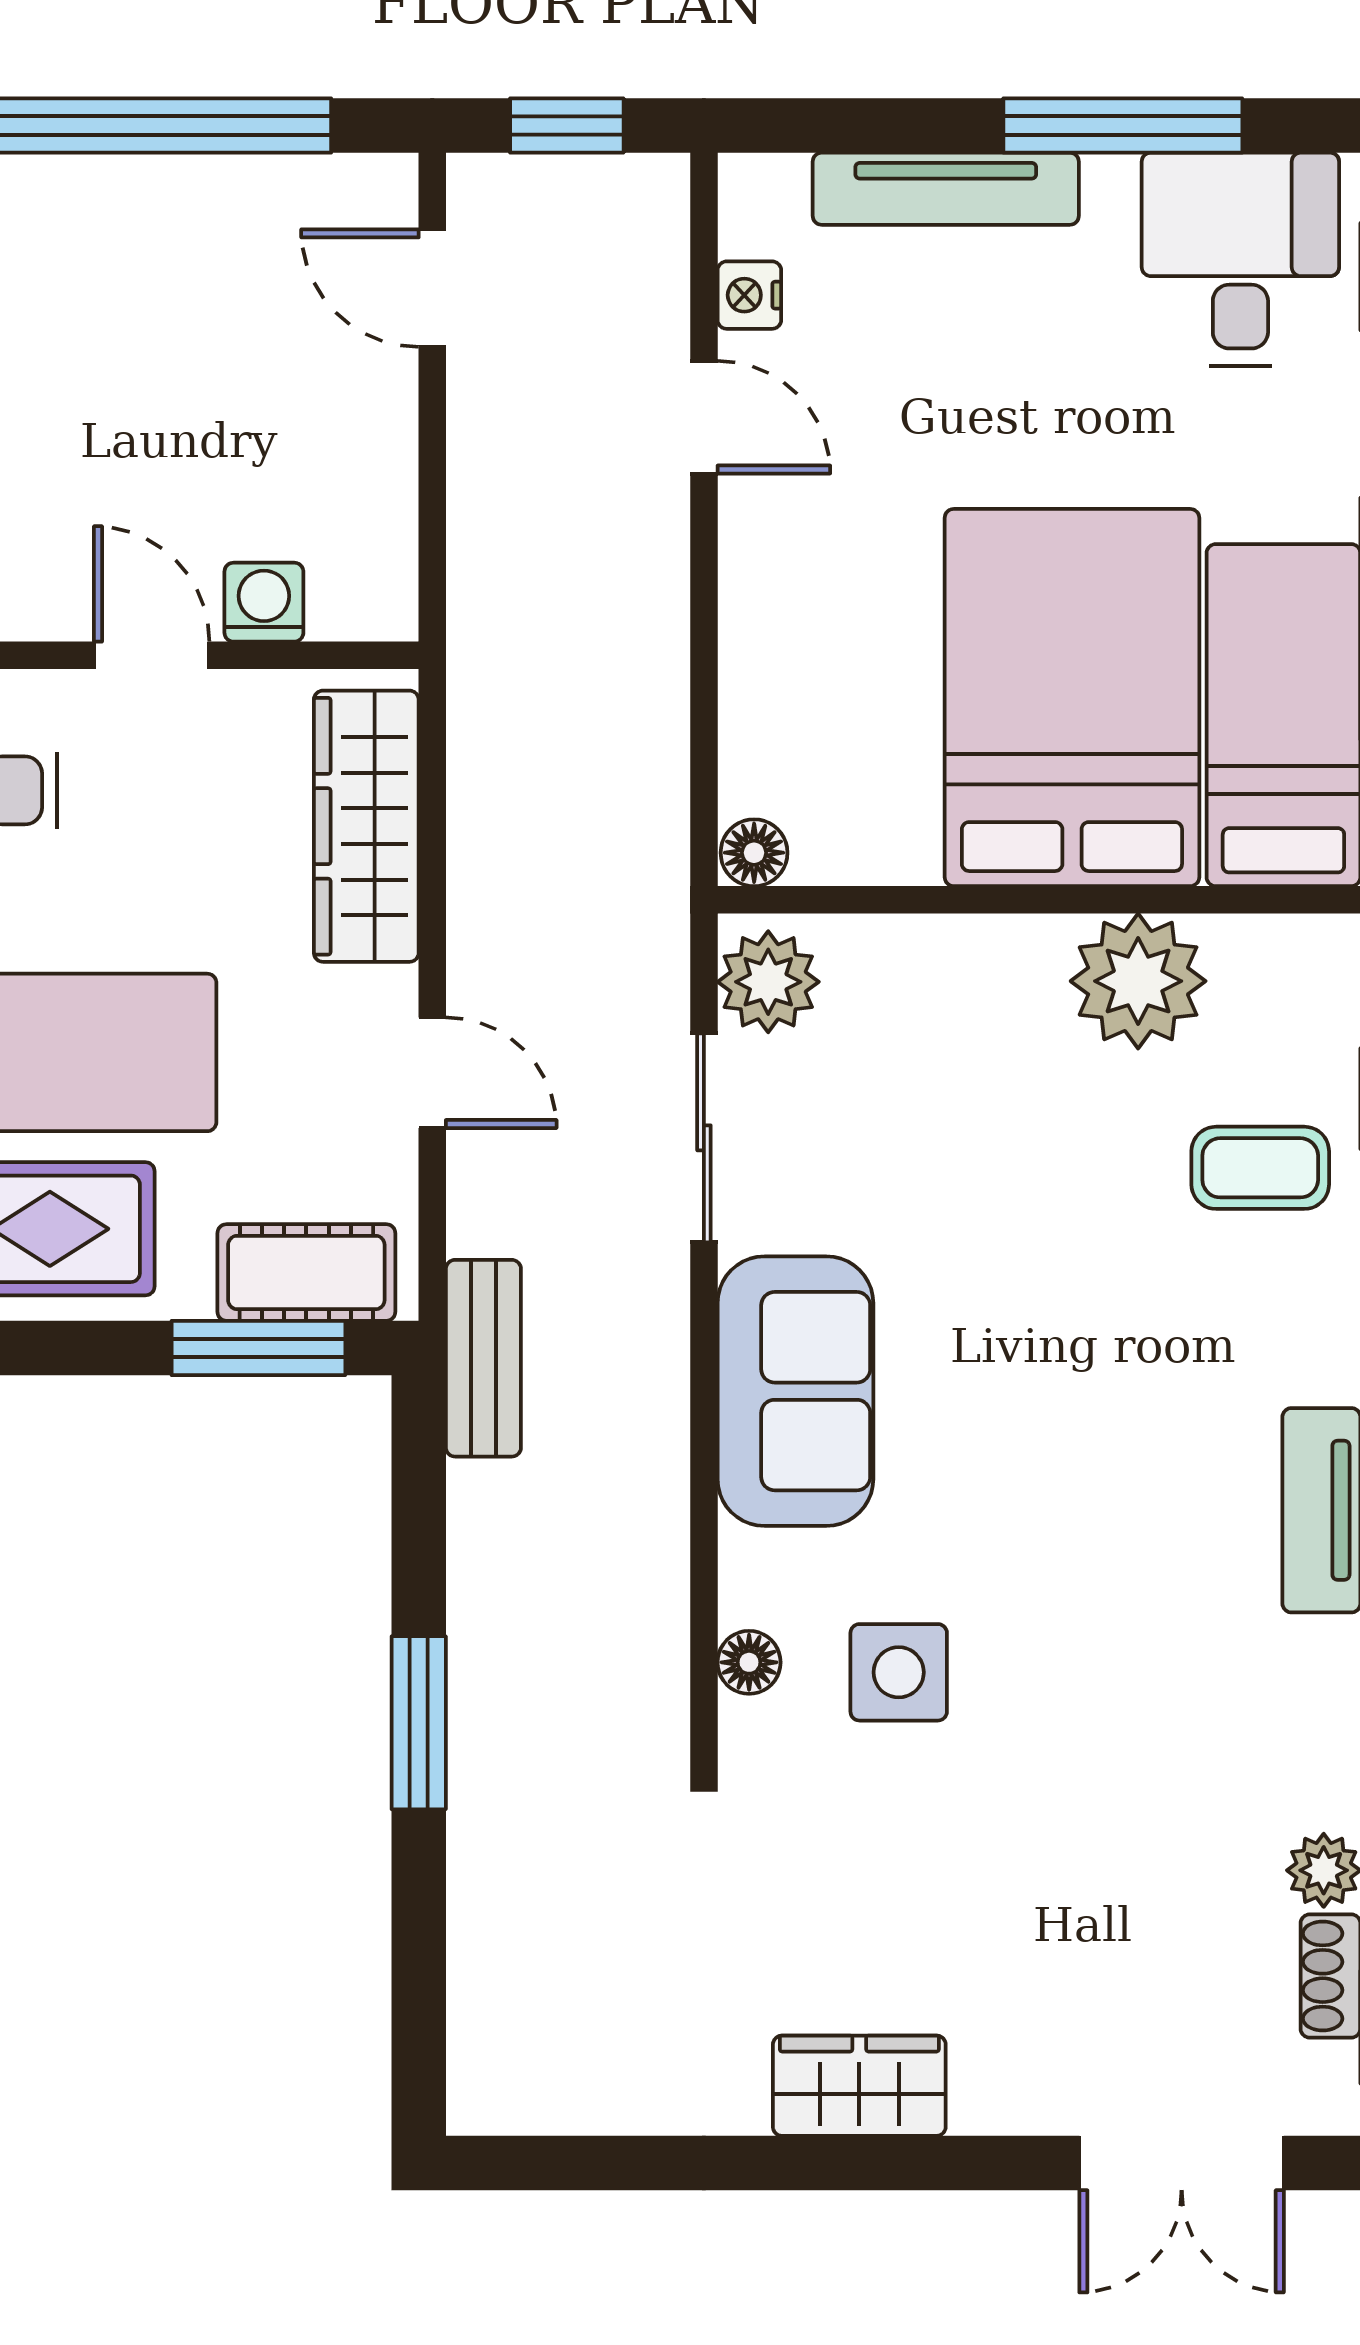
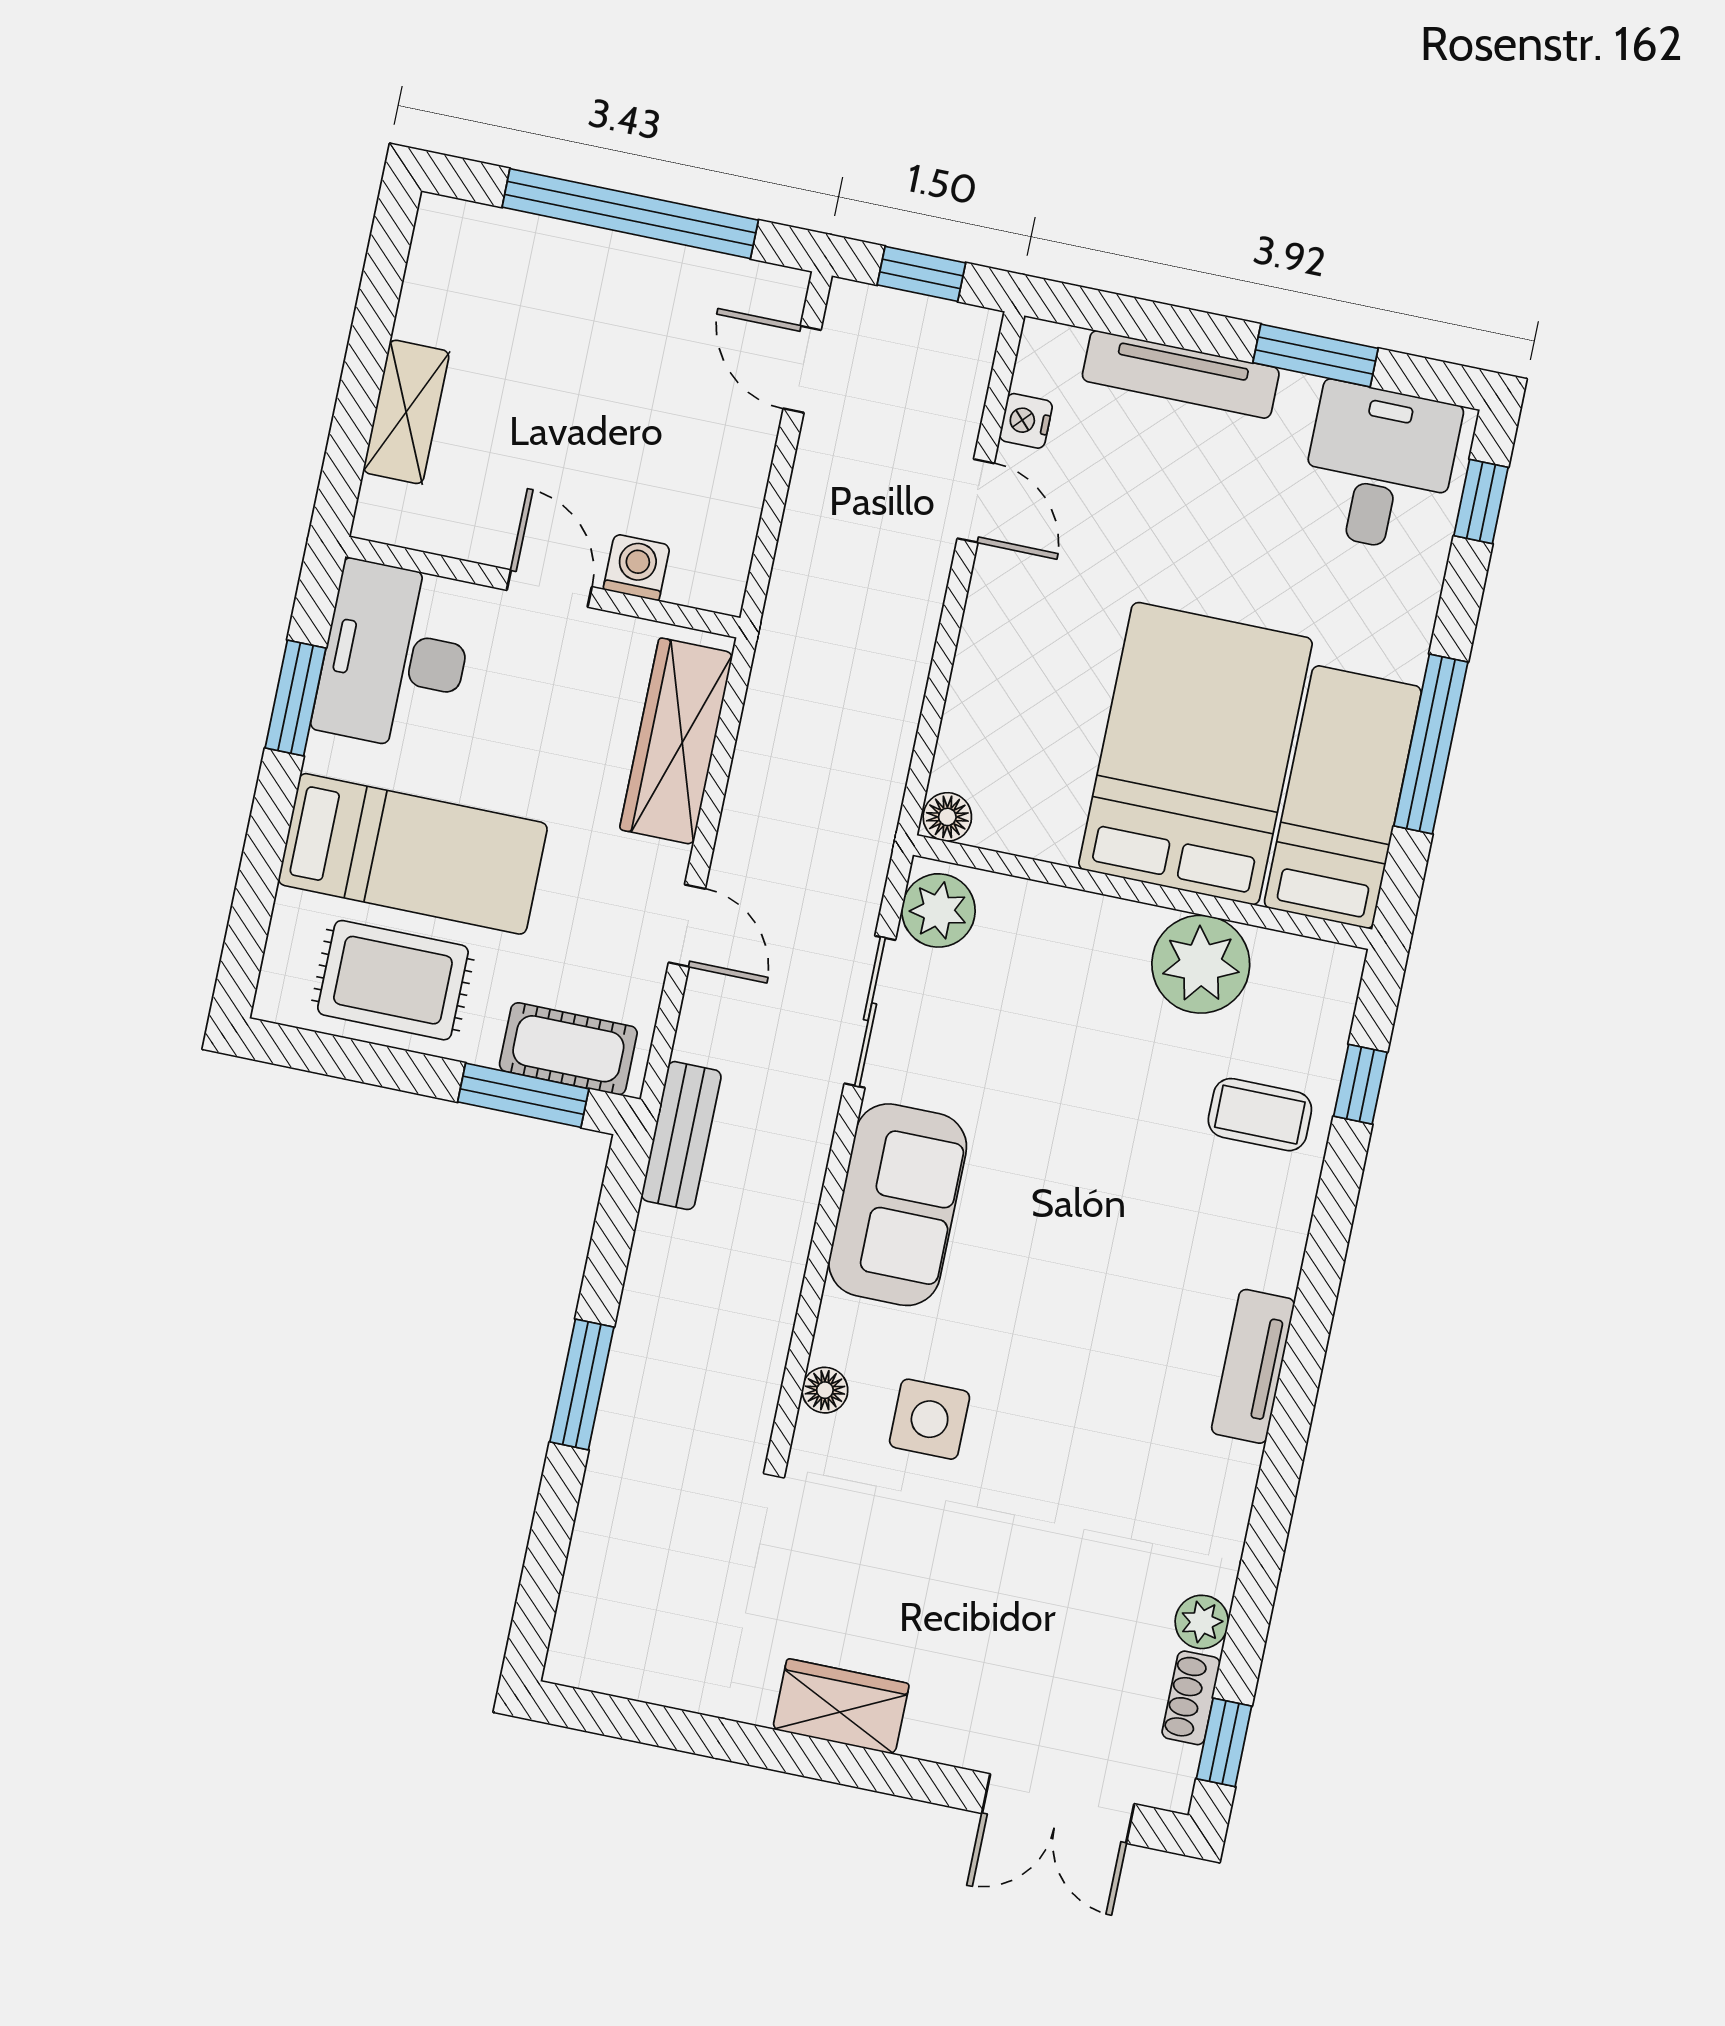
window: (1123, 126) -> (1316, 356), width x0.69

